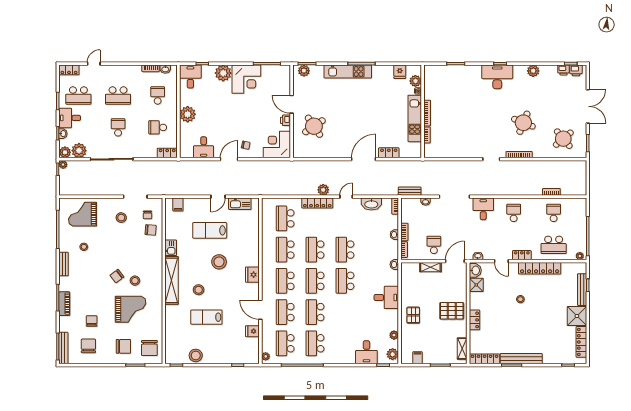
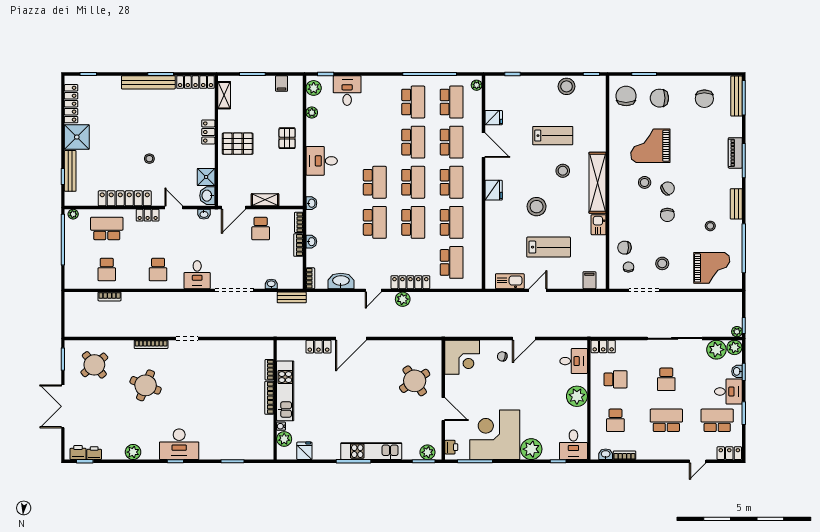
corner desk: (246, 79) -> (495, 435), width x1.36, depth x1.36
printer: (285, 120) -> (451, 447), moved
desk: (204, 147) -> (574, 361), moved, turned 90
chair: (92, 321) -> (667, 215), moved

